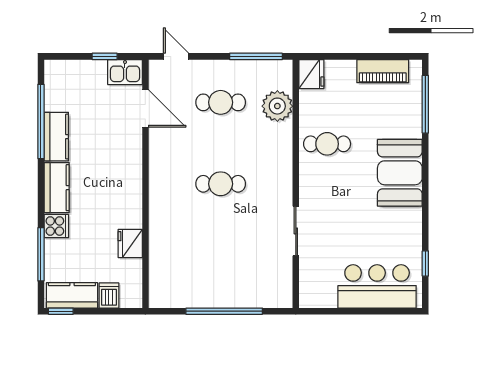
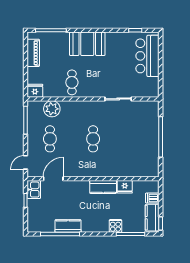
kitchen counter: (57, 188) -> (103, 187), moved, turned 180

